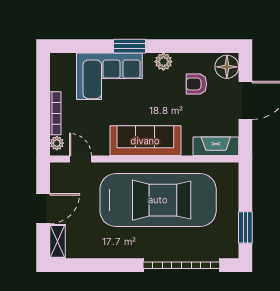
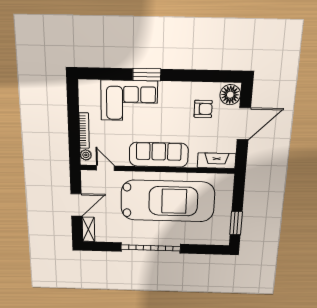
plant: (163, 62) -> (176, 89), removed
armchair: (196, 84) -> (203, 109), turned 180
garage door: (181, 265) -> (151, 248), moved

